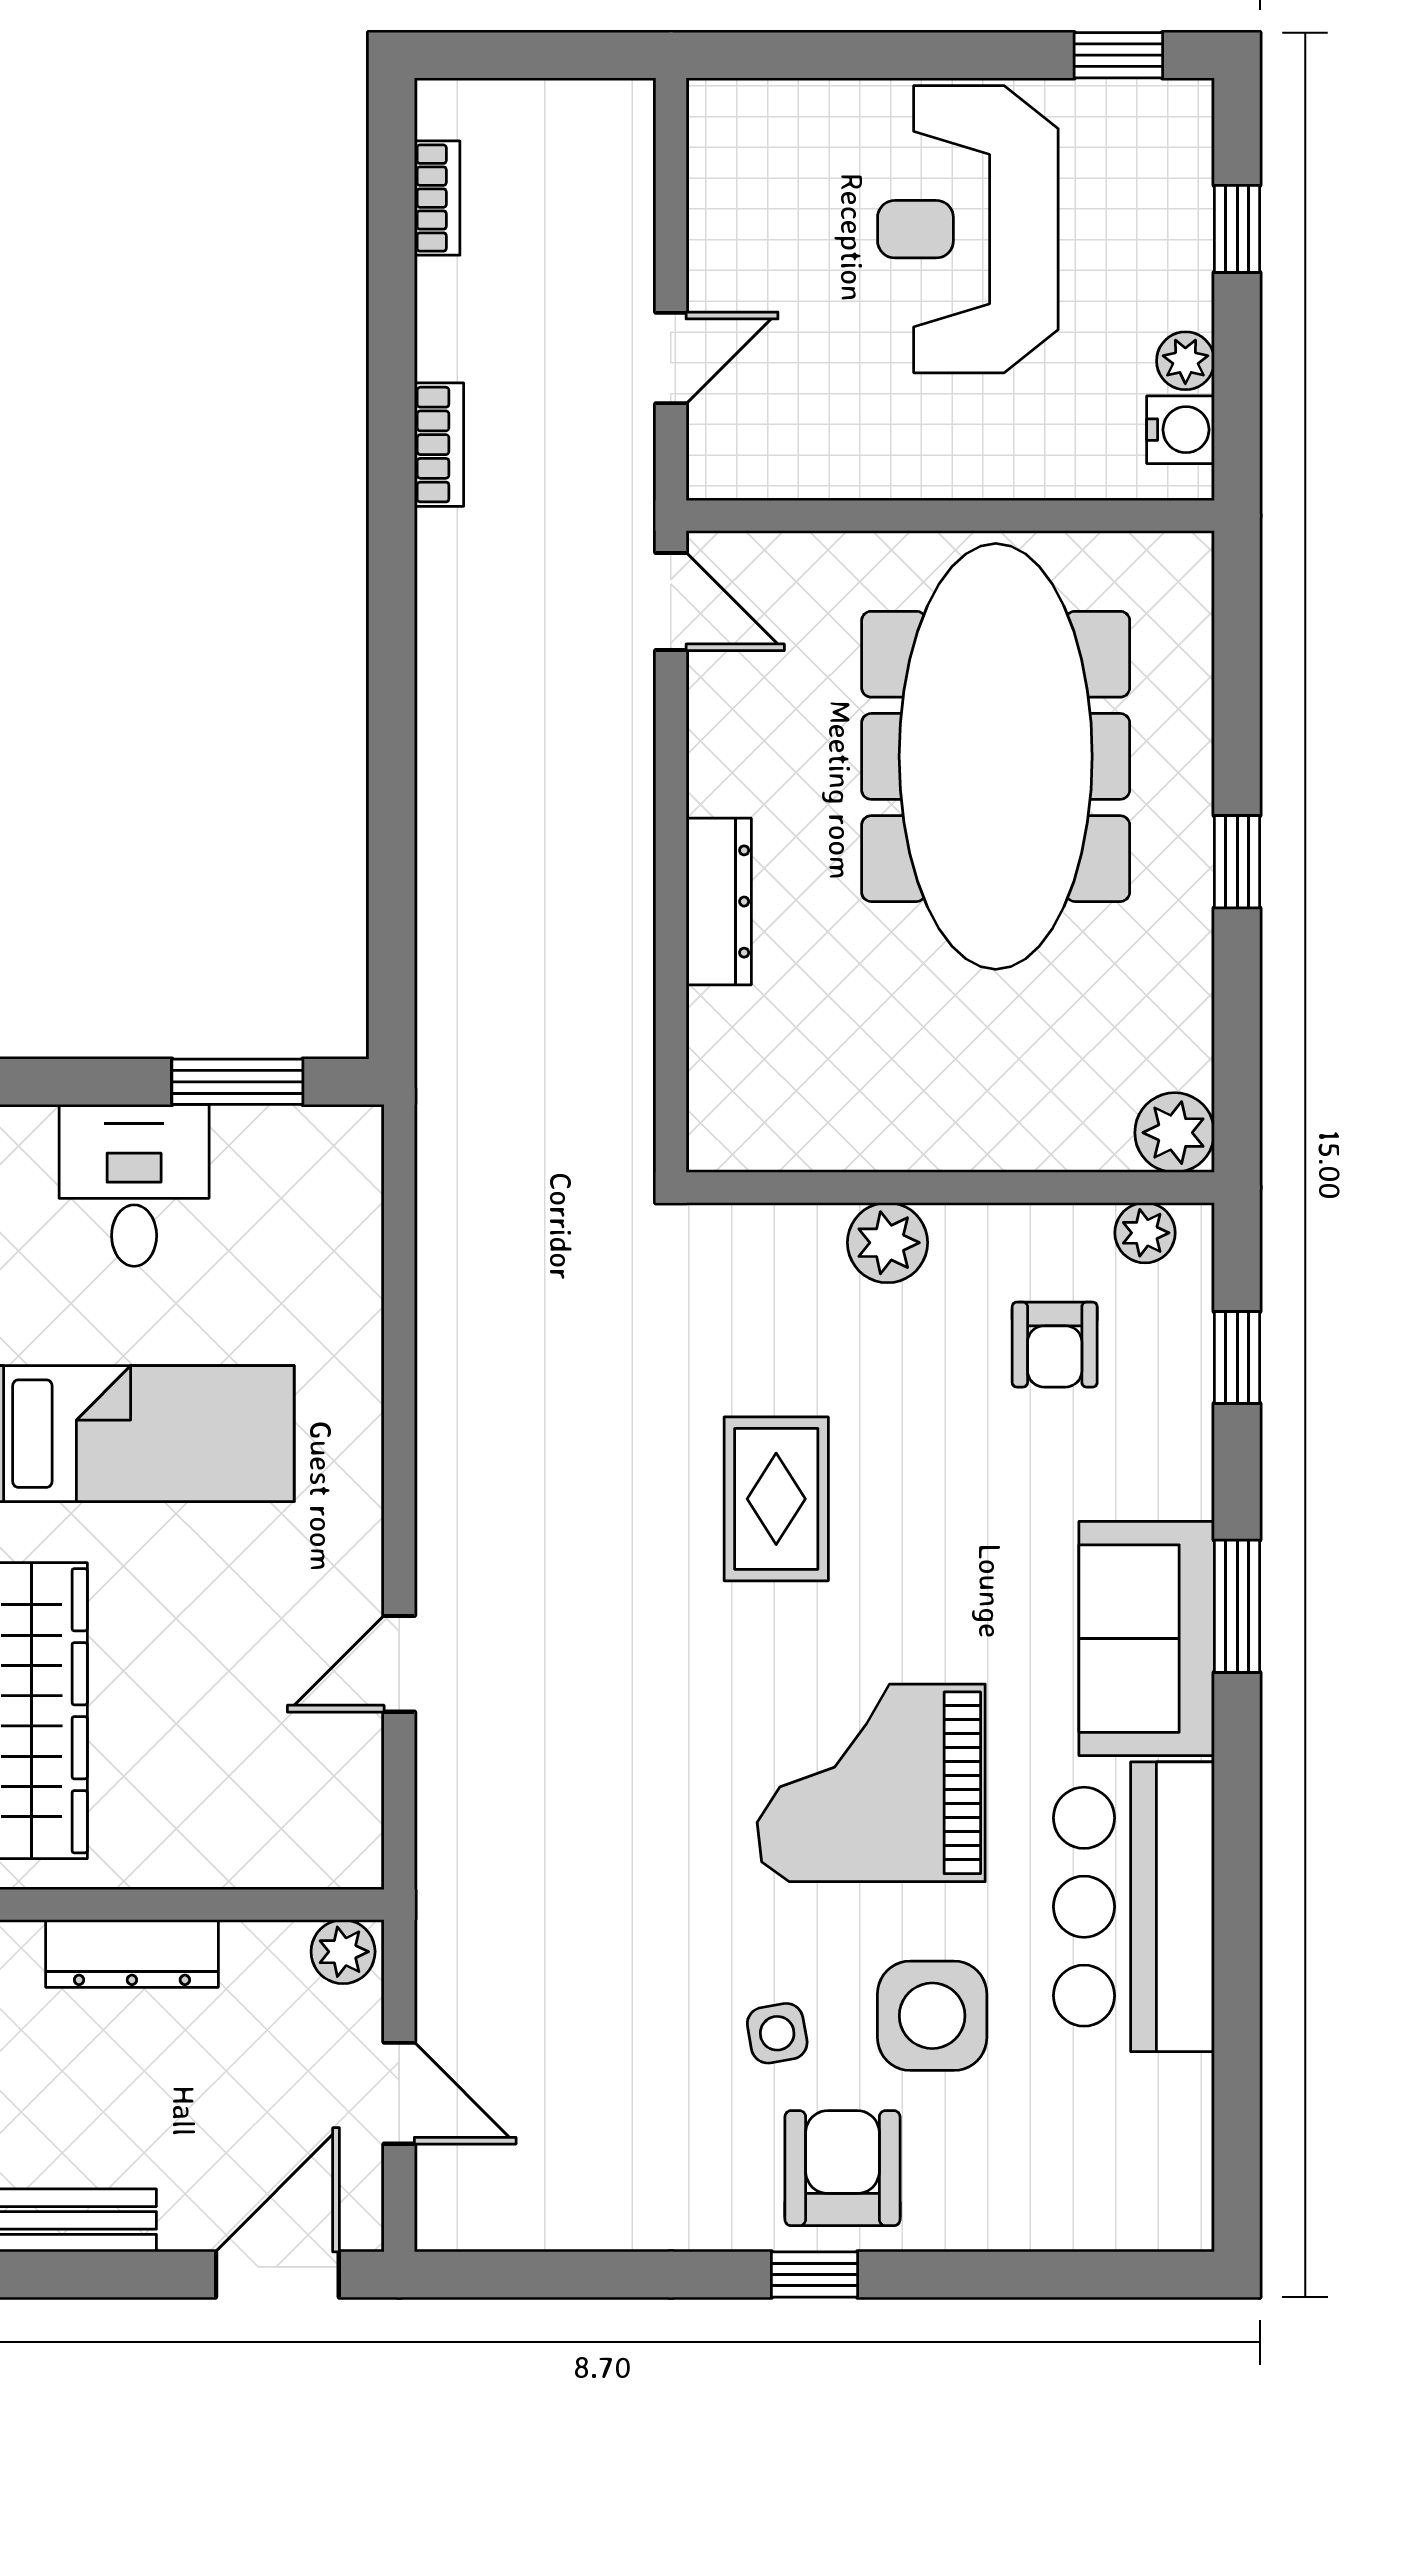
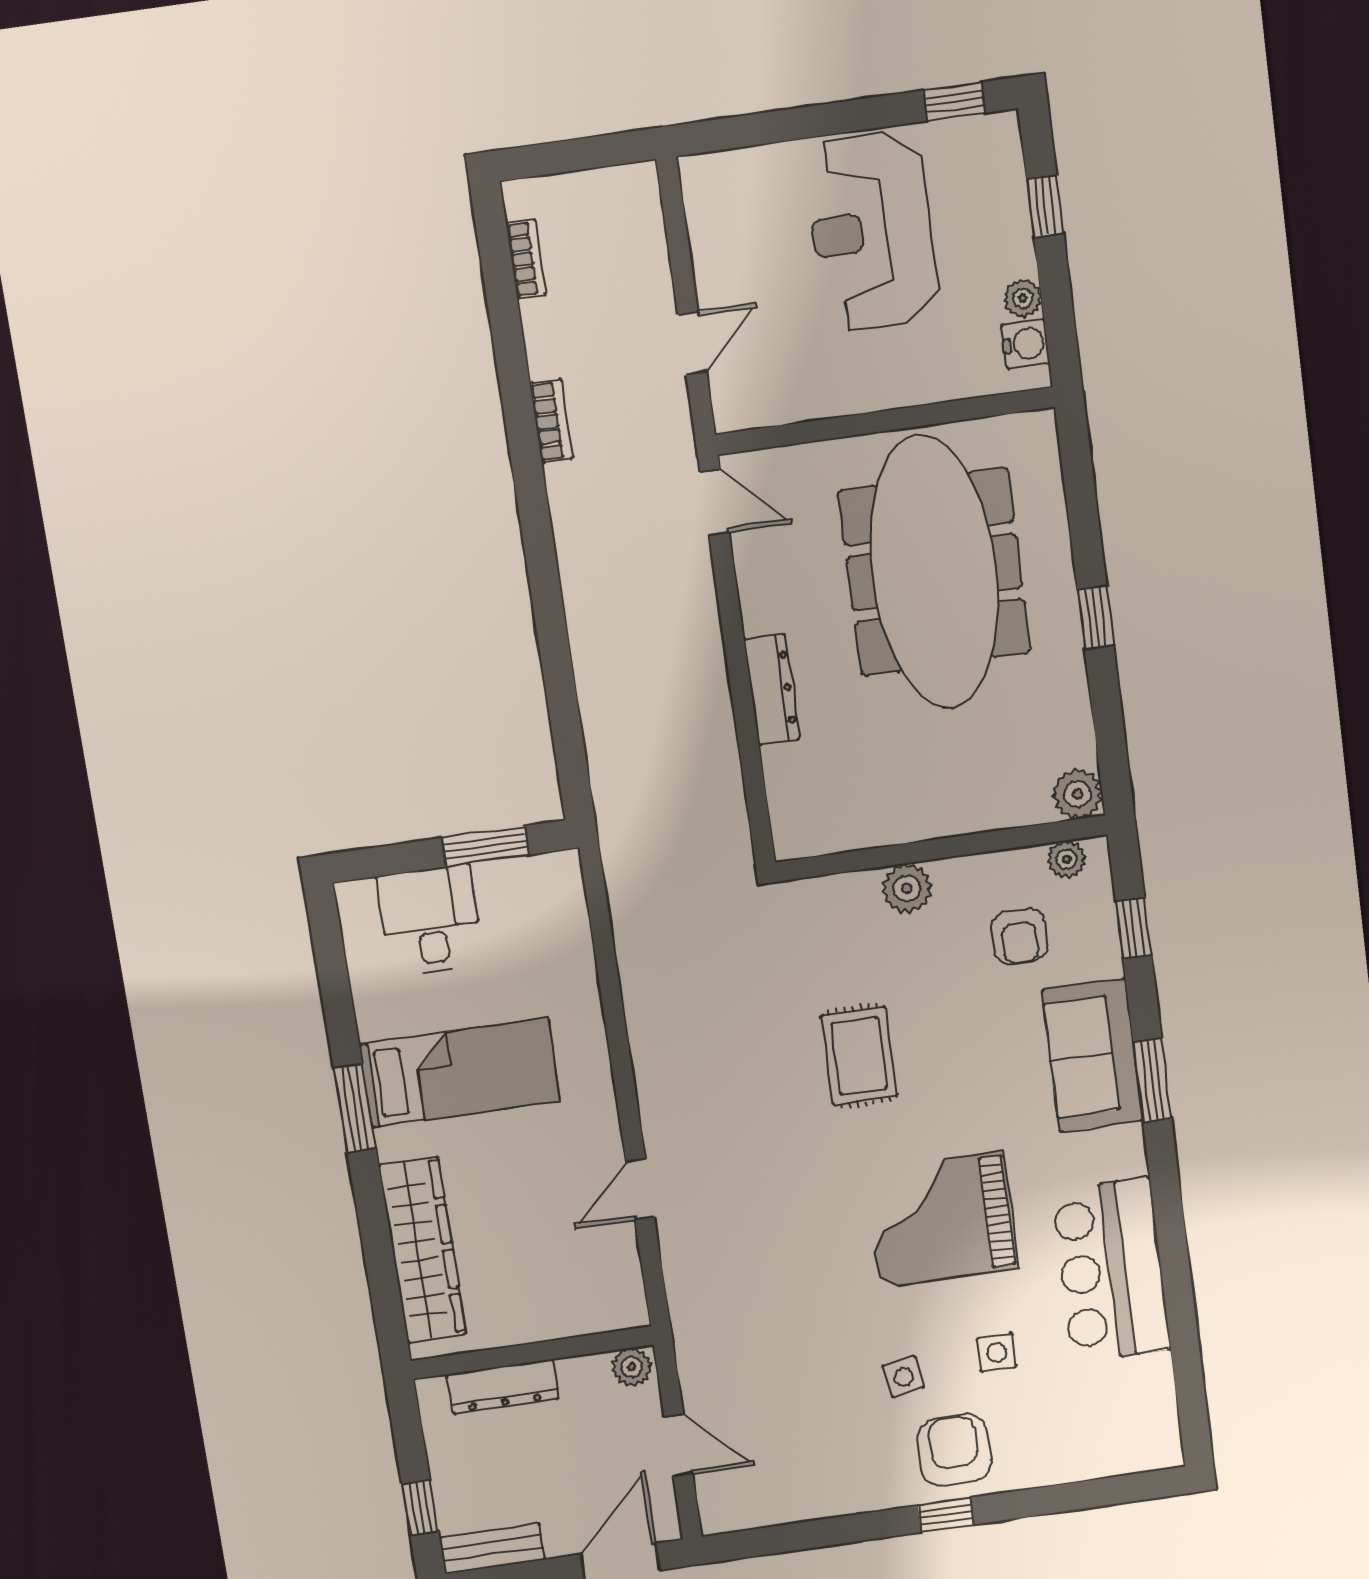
sofa: (1147, 1639) -> (1092, 1055), moved
side table: (932, 2016) -> (997, 1353), width x0.54, depth x0.54

